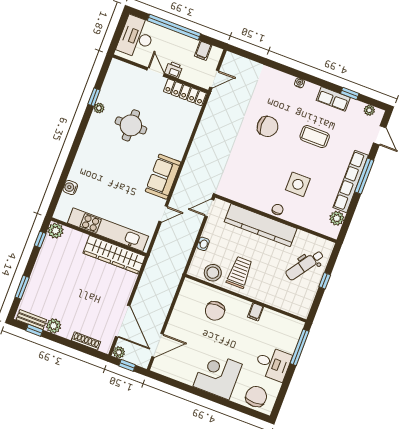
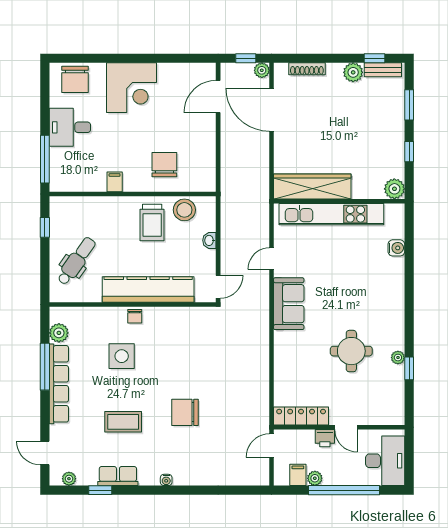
plant: (192, 44) -> (315, 478), added
window: (364, 176) -> (45, 367), moved
window: (40, 240) -> (409, 152), moved
window: (325, 281) -> (45, 227), moved

